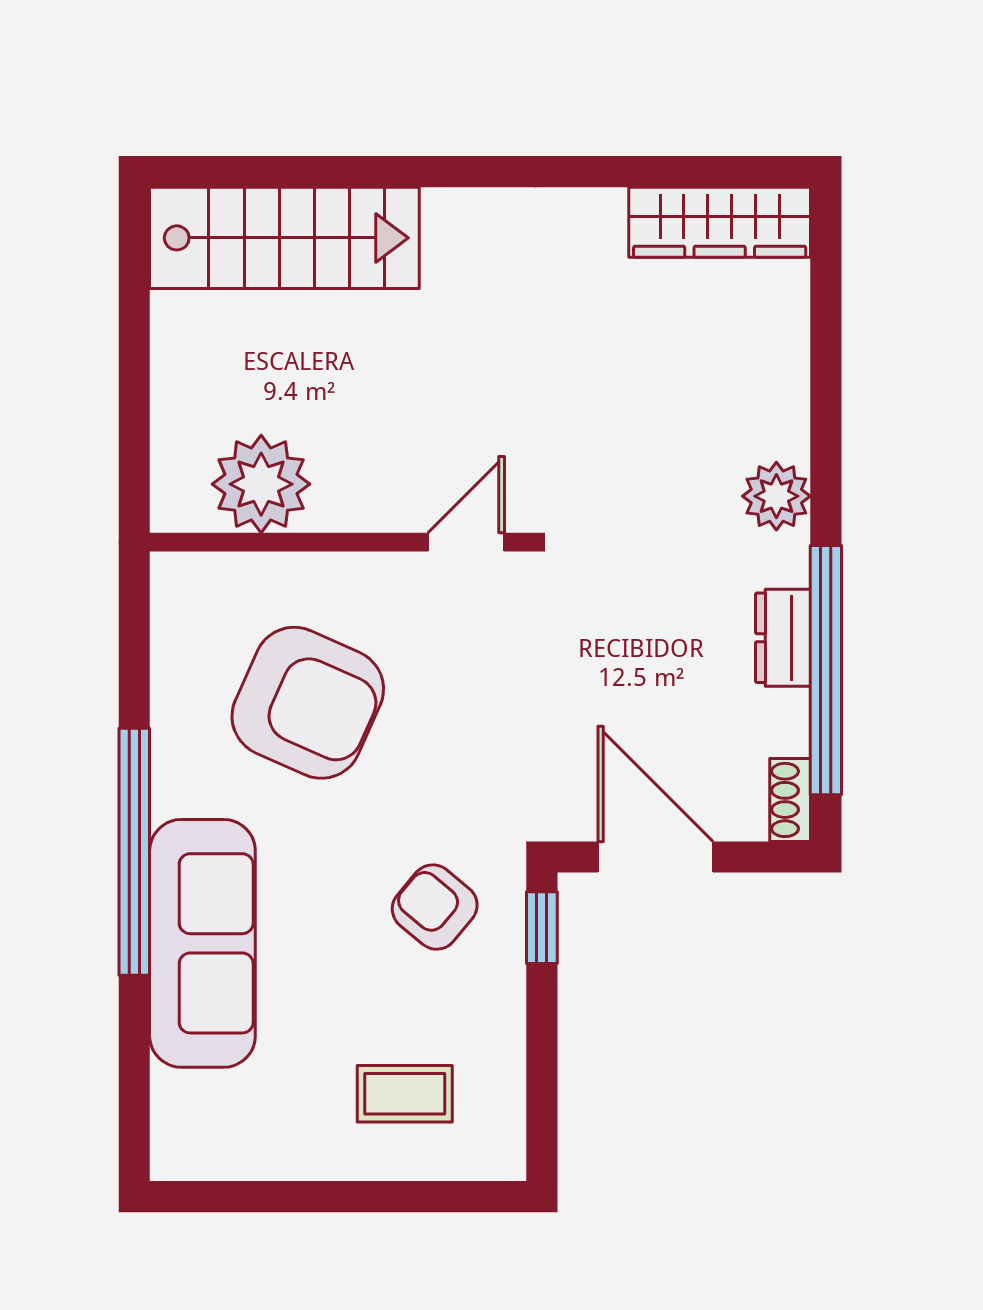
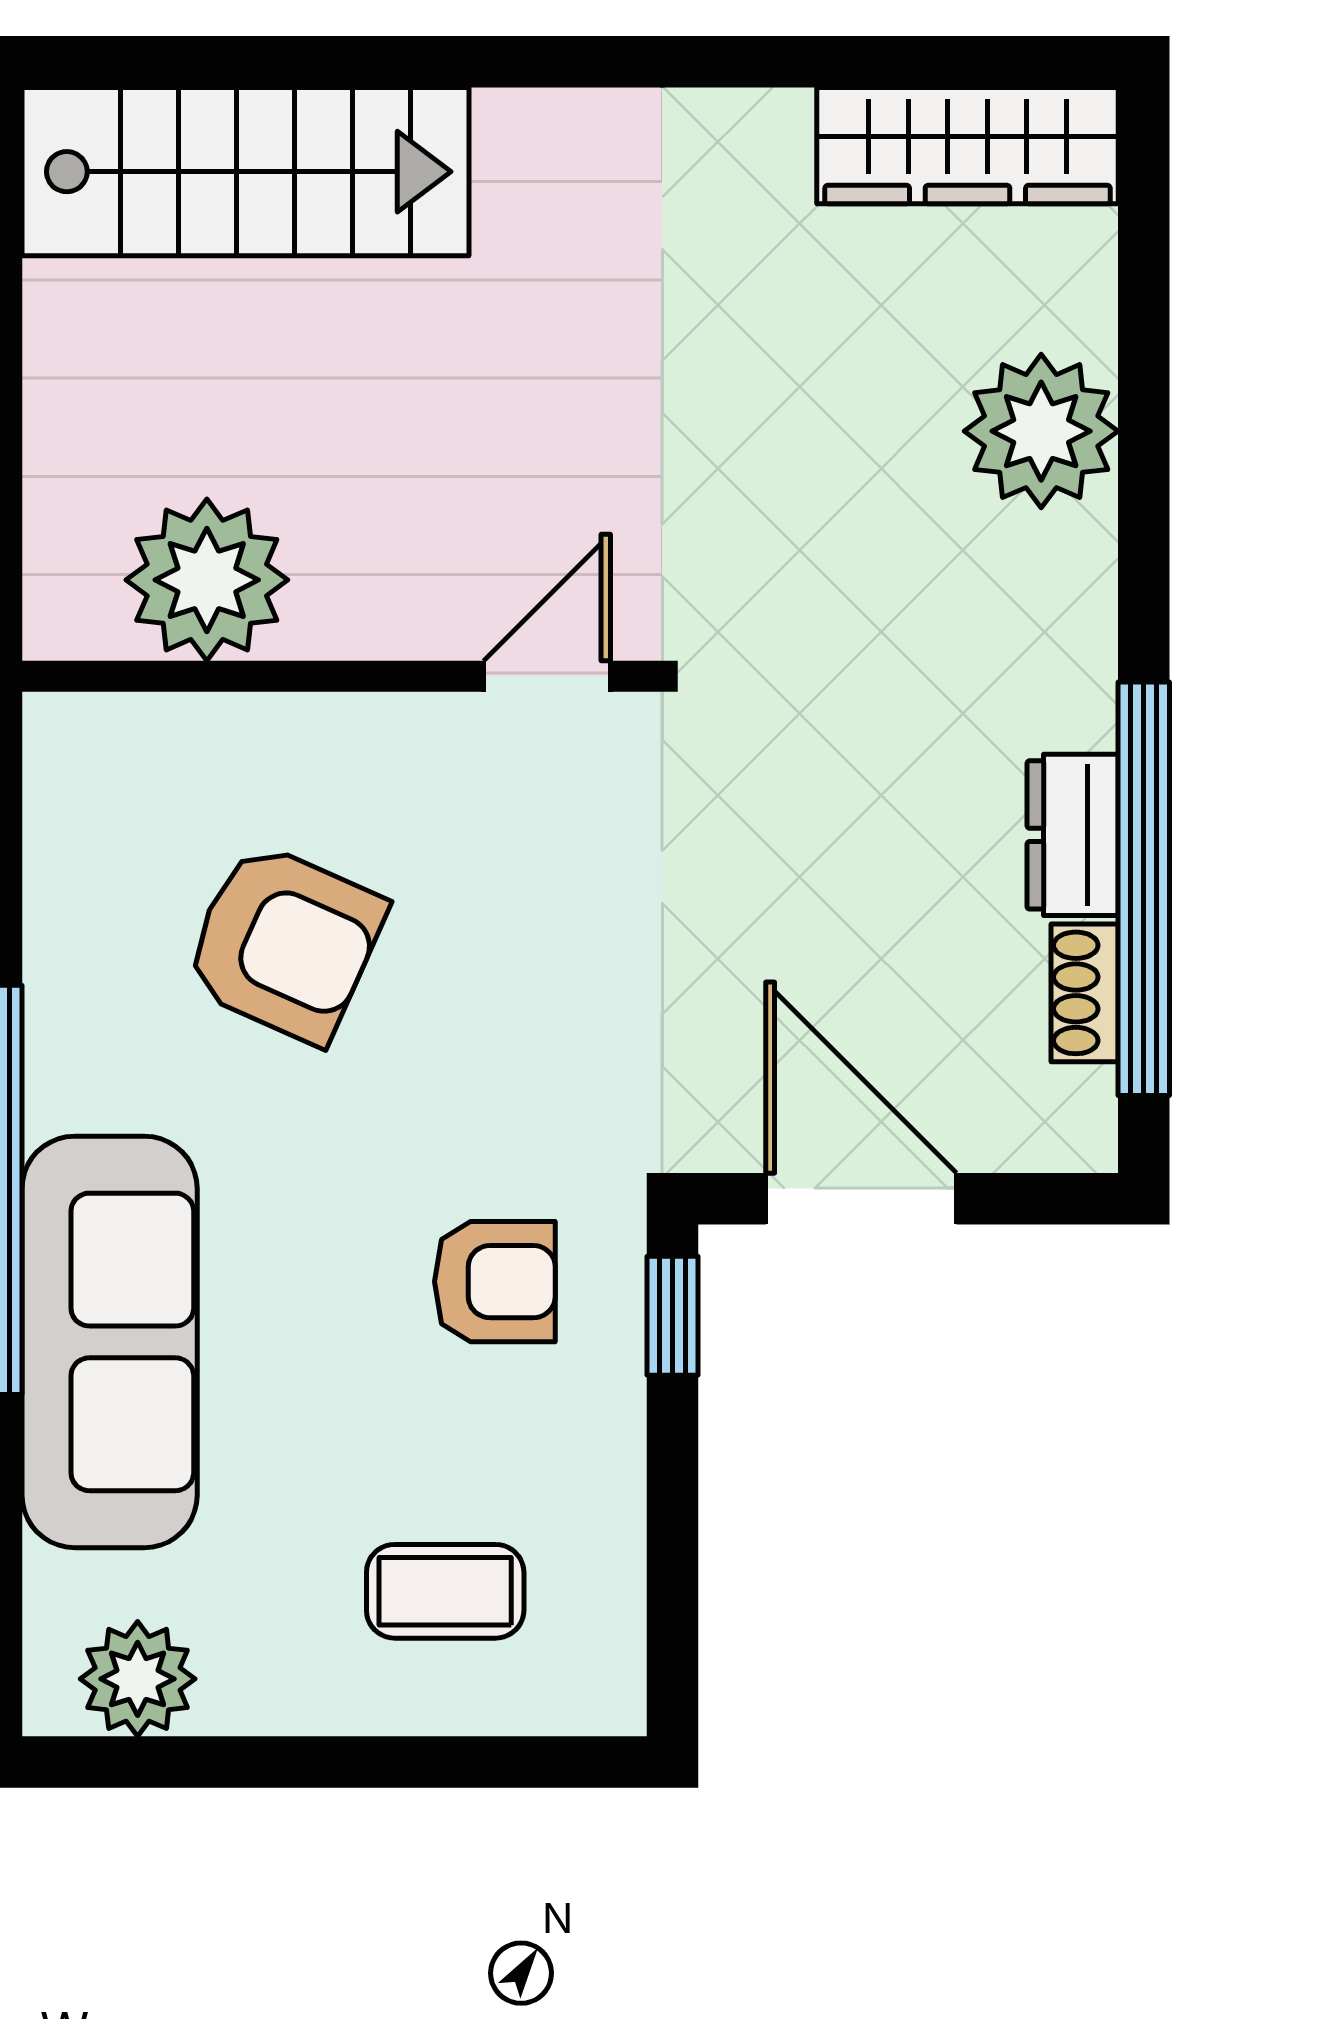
plant: (776, 496) -> (1041, 431), moved, width x1.36, depth x1.36
armchair: (308, 703) -> (284, 943), width x0.73, depth x0.73
shoe rack: (790, 800) -> (1085, 993), moved
armchair: (435, 907) -> (495, 1282), turned 140
plant: (219, 1147) -> (138, 1679), added

